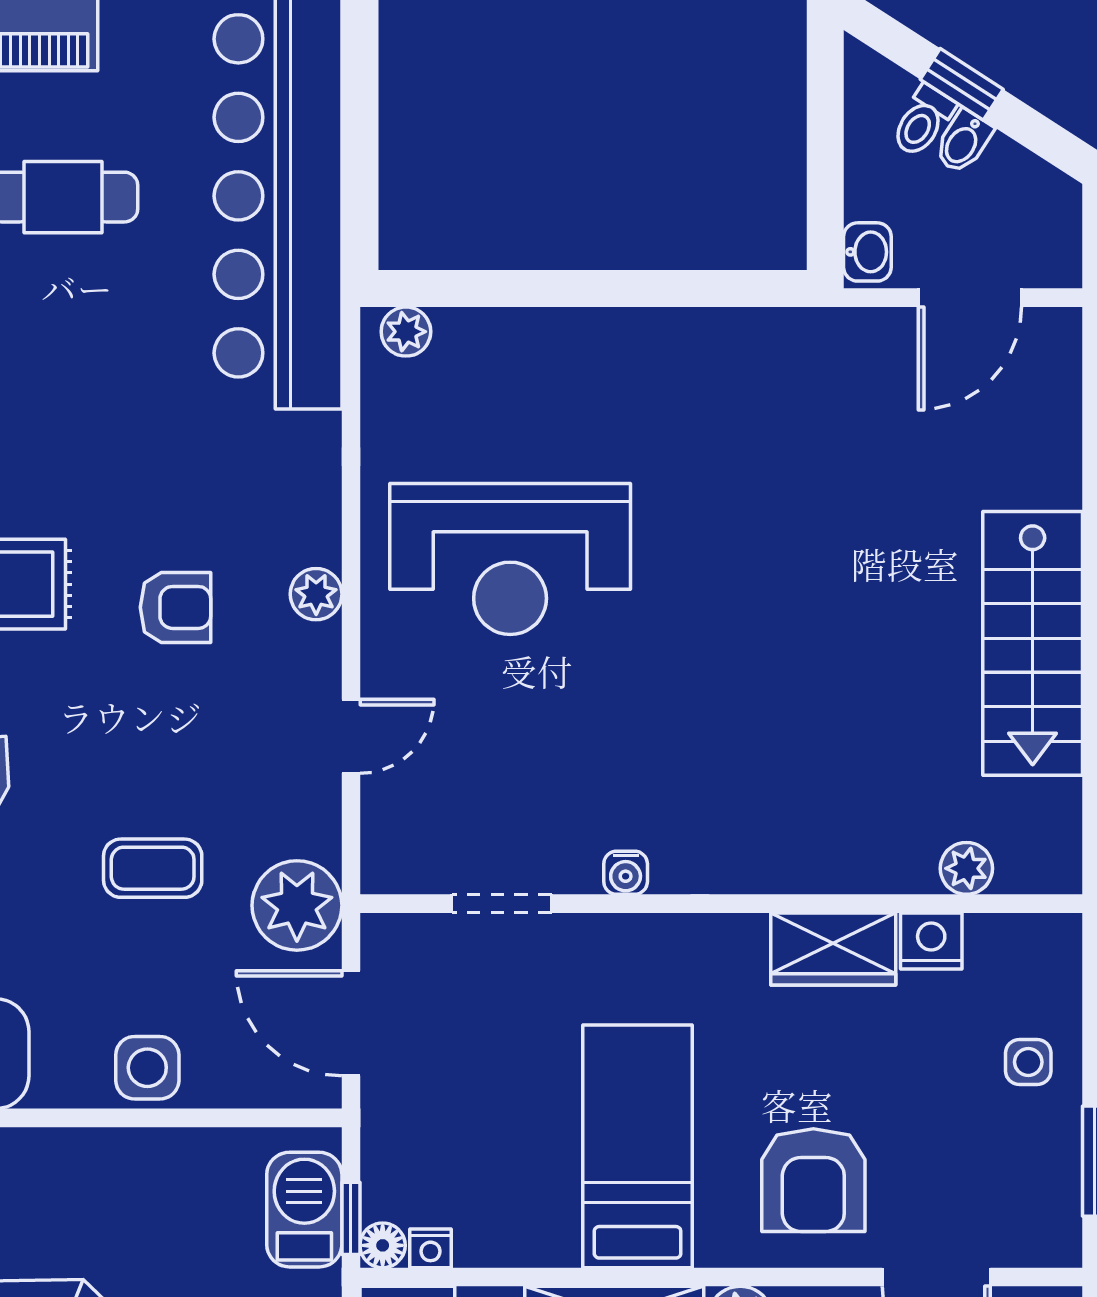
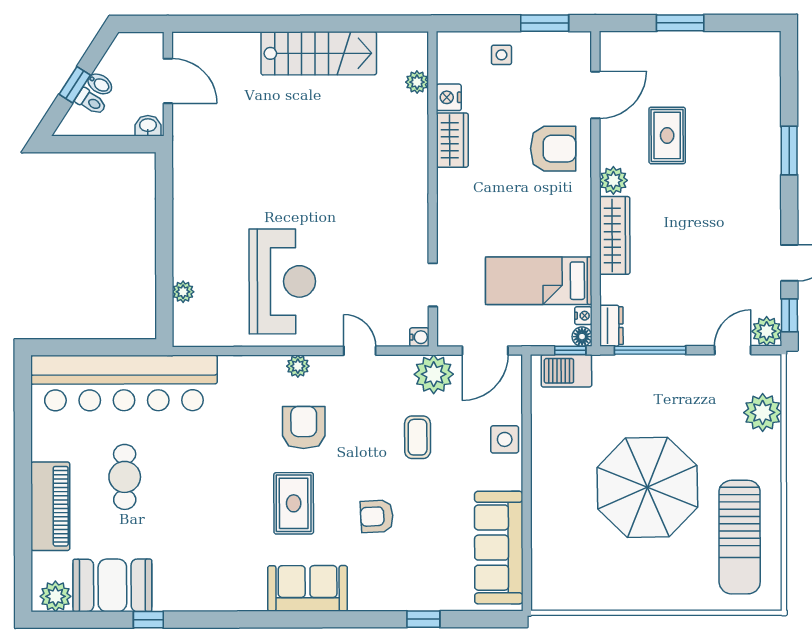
plant: (406, 332) -> (183, 292), moved
armchair: (176, 607) -> (304, 427), width x1.38, depth x1.38
water cooler: (626, 873) -> (419, 337), moved
bed: (638, 1146) -> (539, 281), moved

